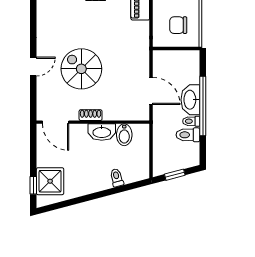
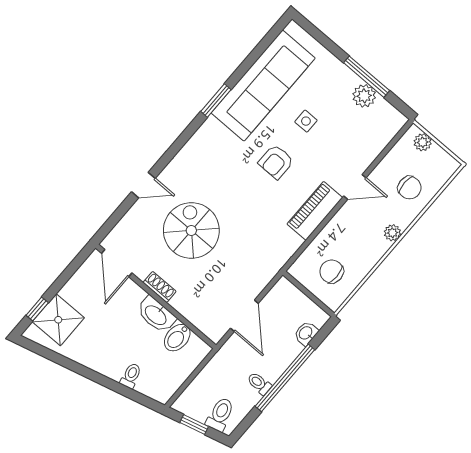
washbasin: (190, 100) -> (306, 333), moved, width x0.52, depth x0.69
toilet: (188, 135) -> (220, 414), moved, turned 75

